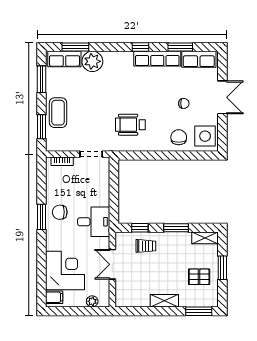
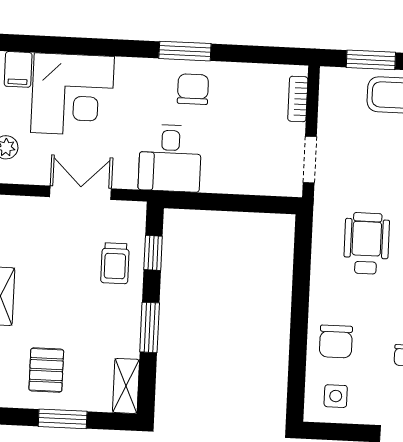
side table: (205, 136) -> (336, 396), width x0.54, depth x0.54
chair: (179, 137) -> (336, 342), turned 90

